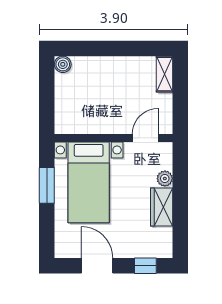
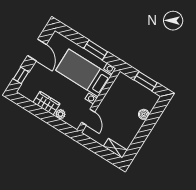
boiler: (63, 64) -> (144, 114), moved
window: (47, 90) -> (146, 81), added
door: (97, 266) -> (37, 50), hinge flipped

